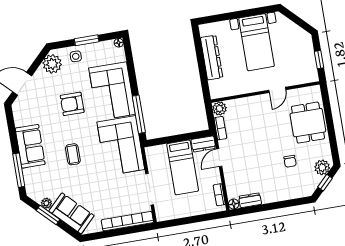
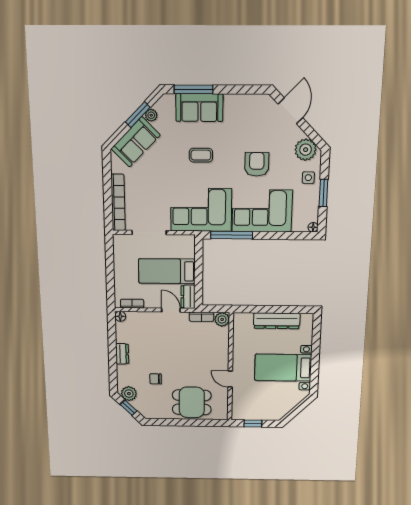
sofa: (30, 146) -> (199, 108), moved
plant: (322, 167) -> (129, 394), moved
dresser: (250, 200) -> (122, 354), moved

